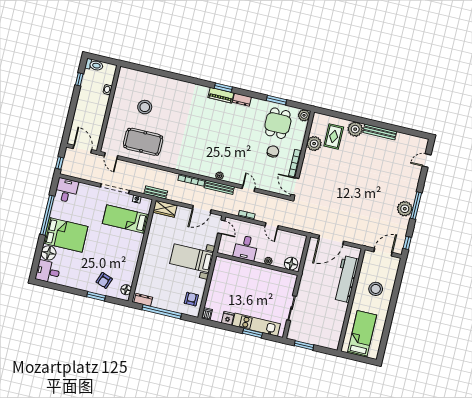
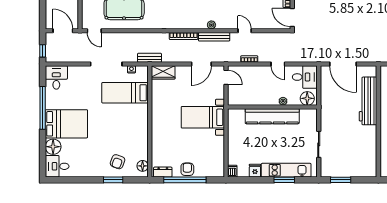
door: (331, 240) -> (343, 64), hinge flipped
desk: (246, 248) -> (305, 77), moved, turned -90
kitchen counter: (255, 272) -> (272, 116), added
armchair: (191, 299) -> (187, 169), moved

